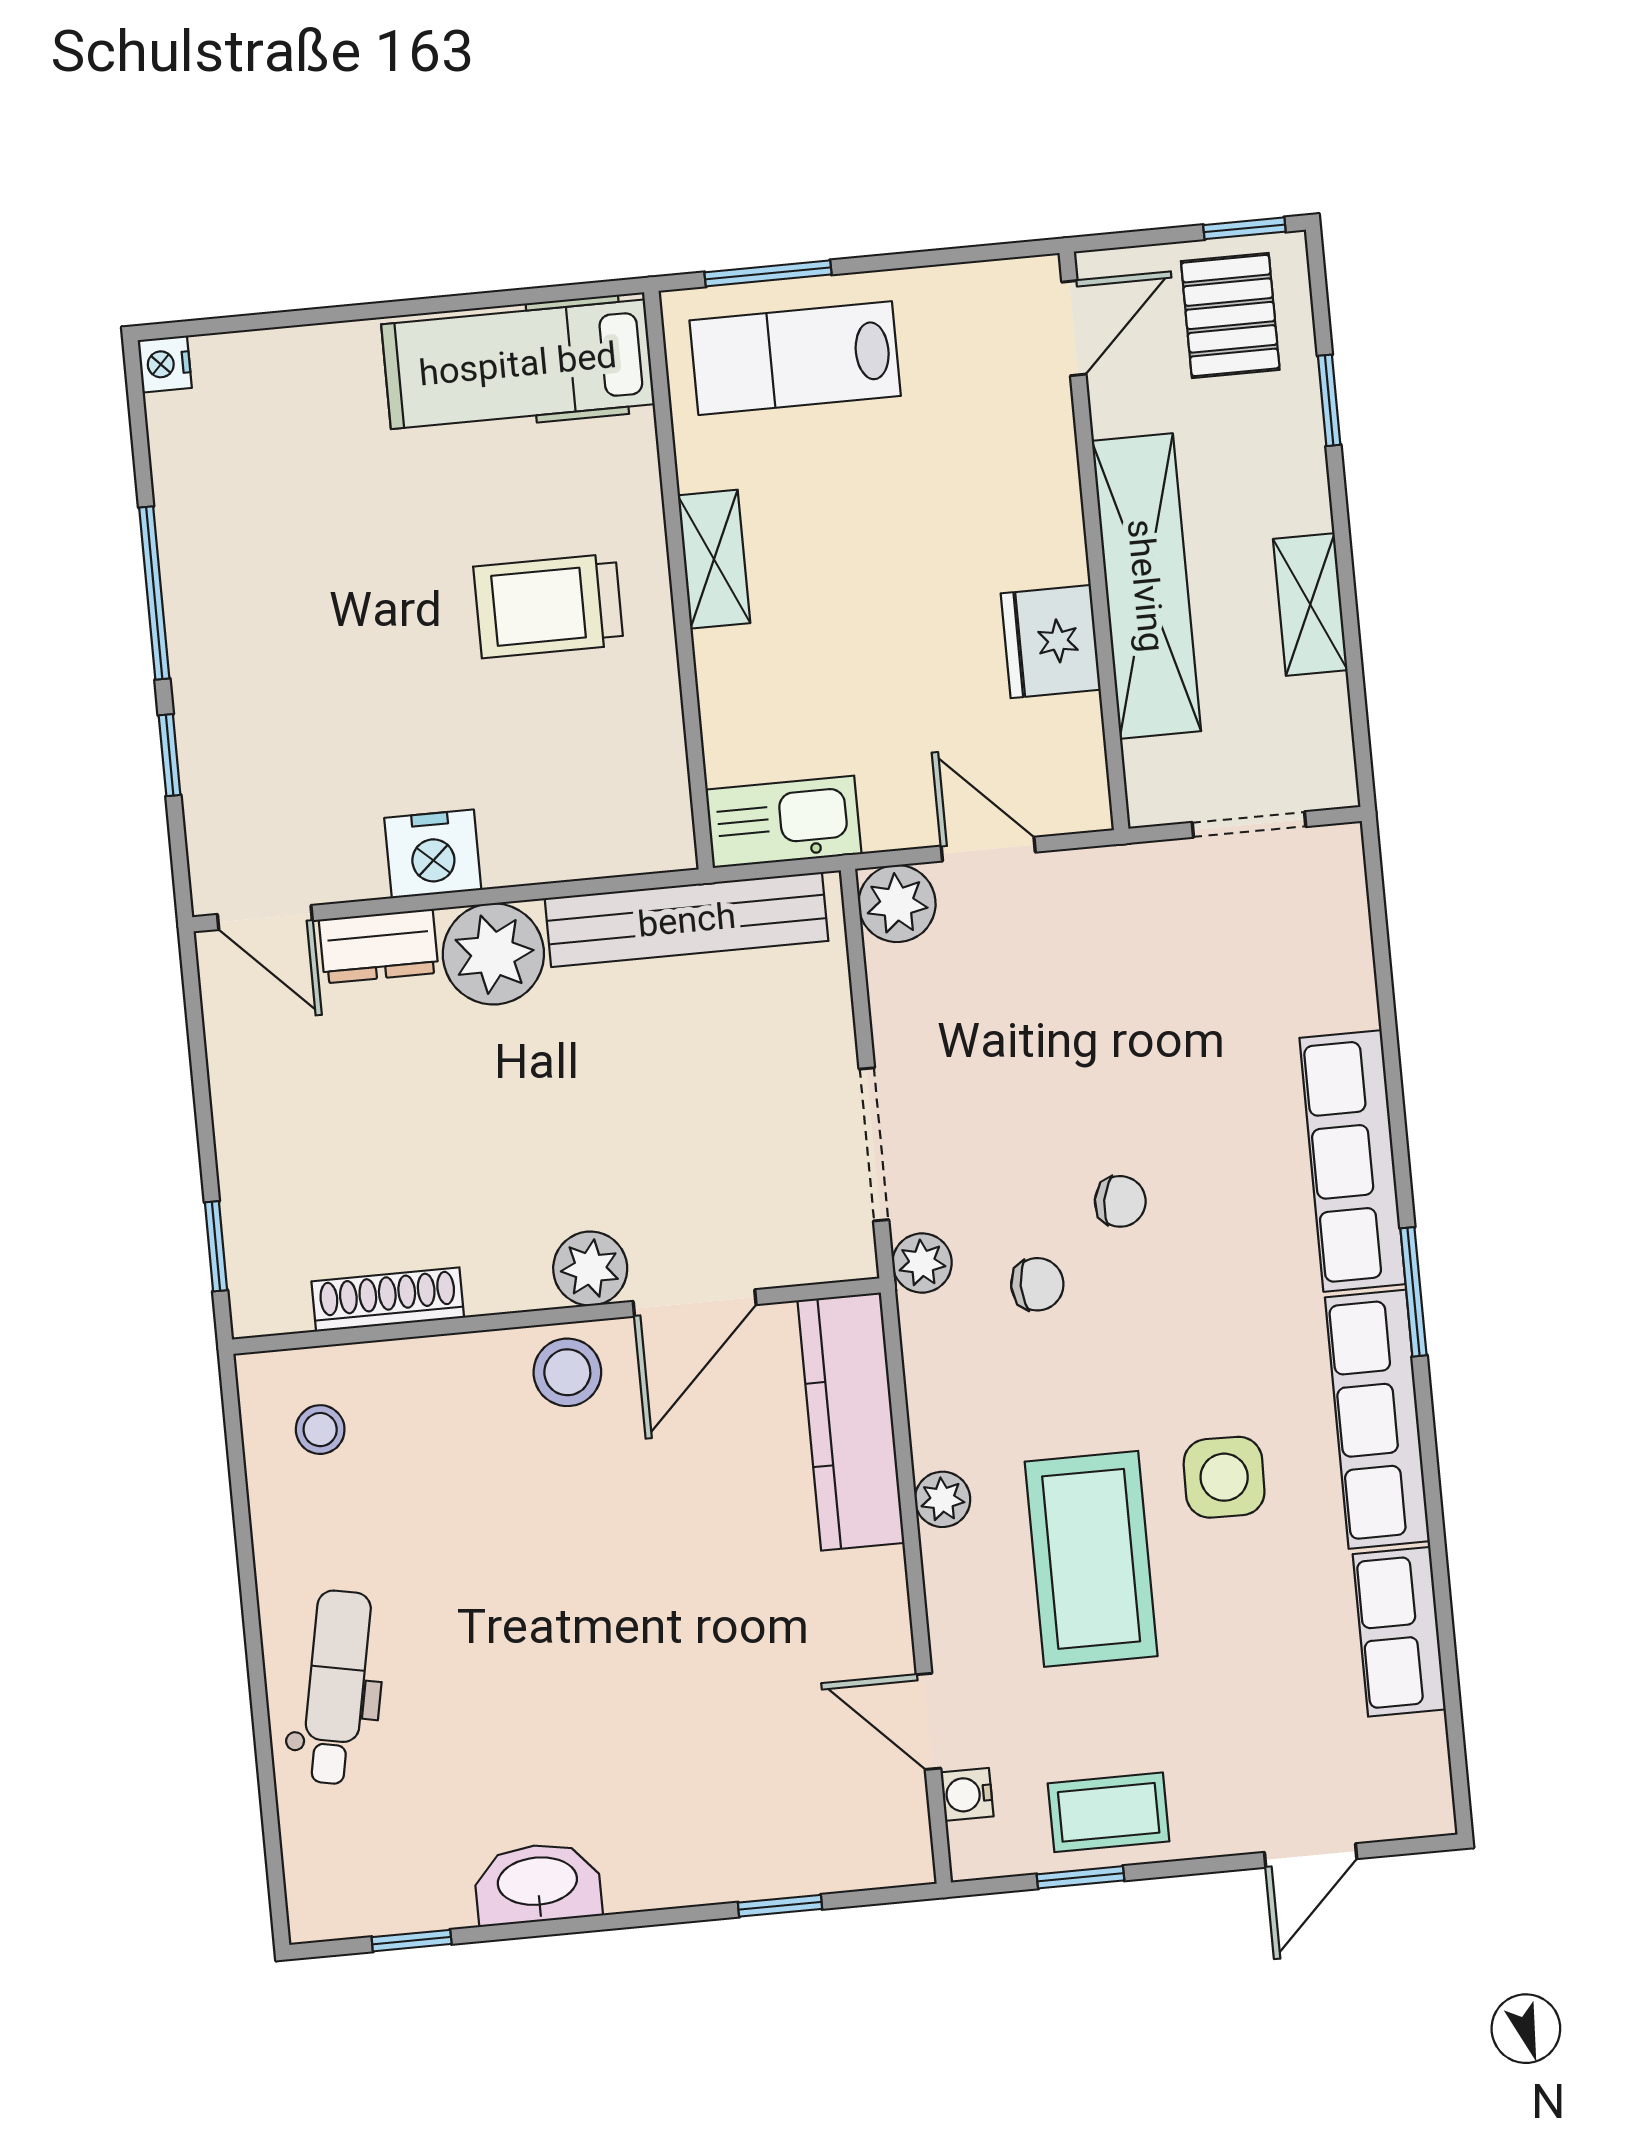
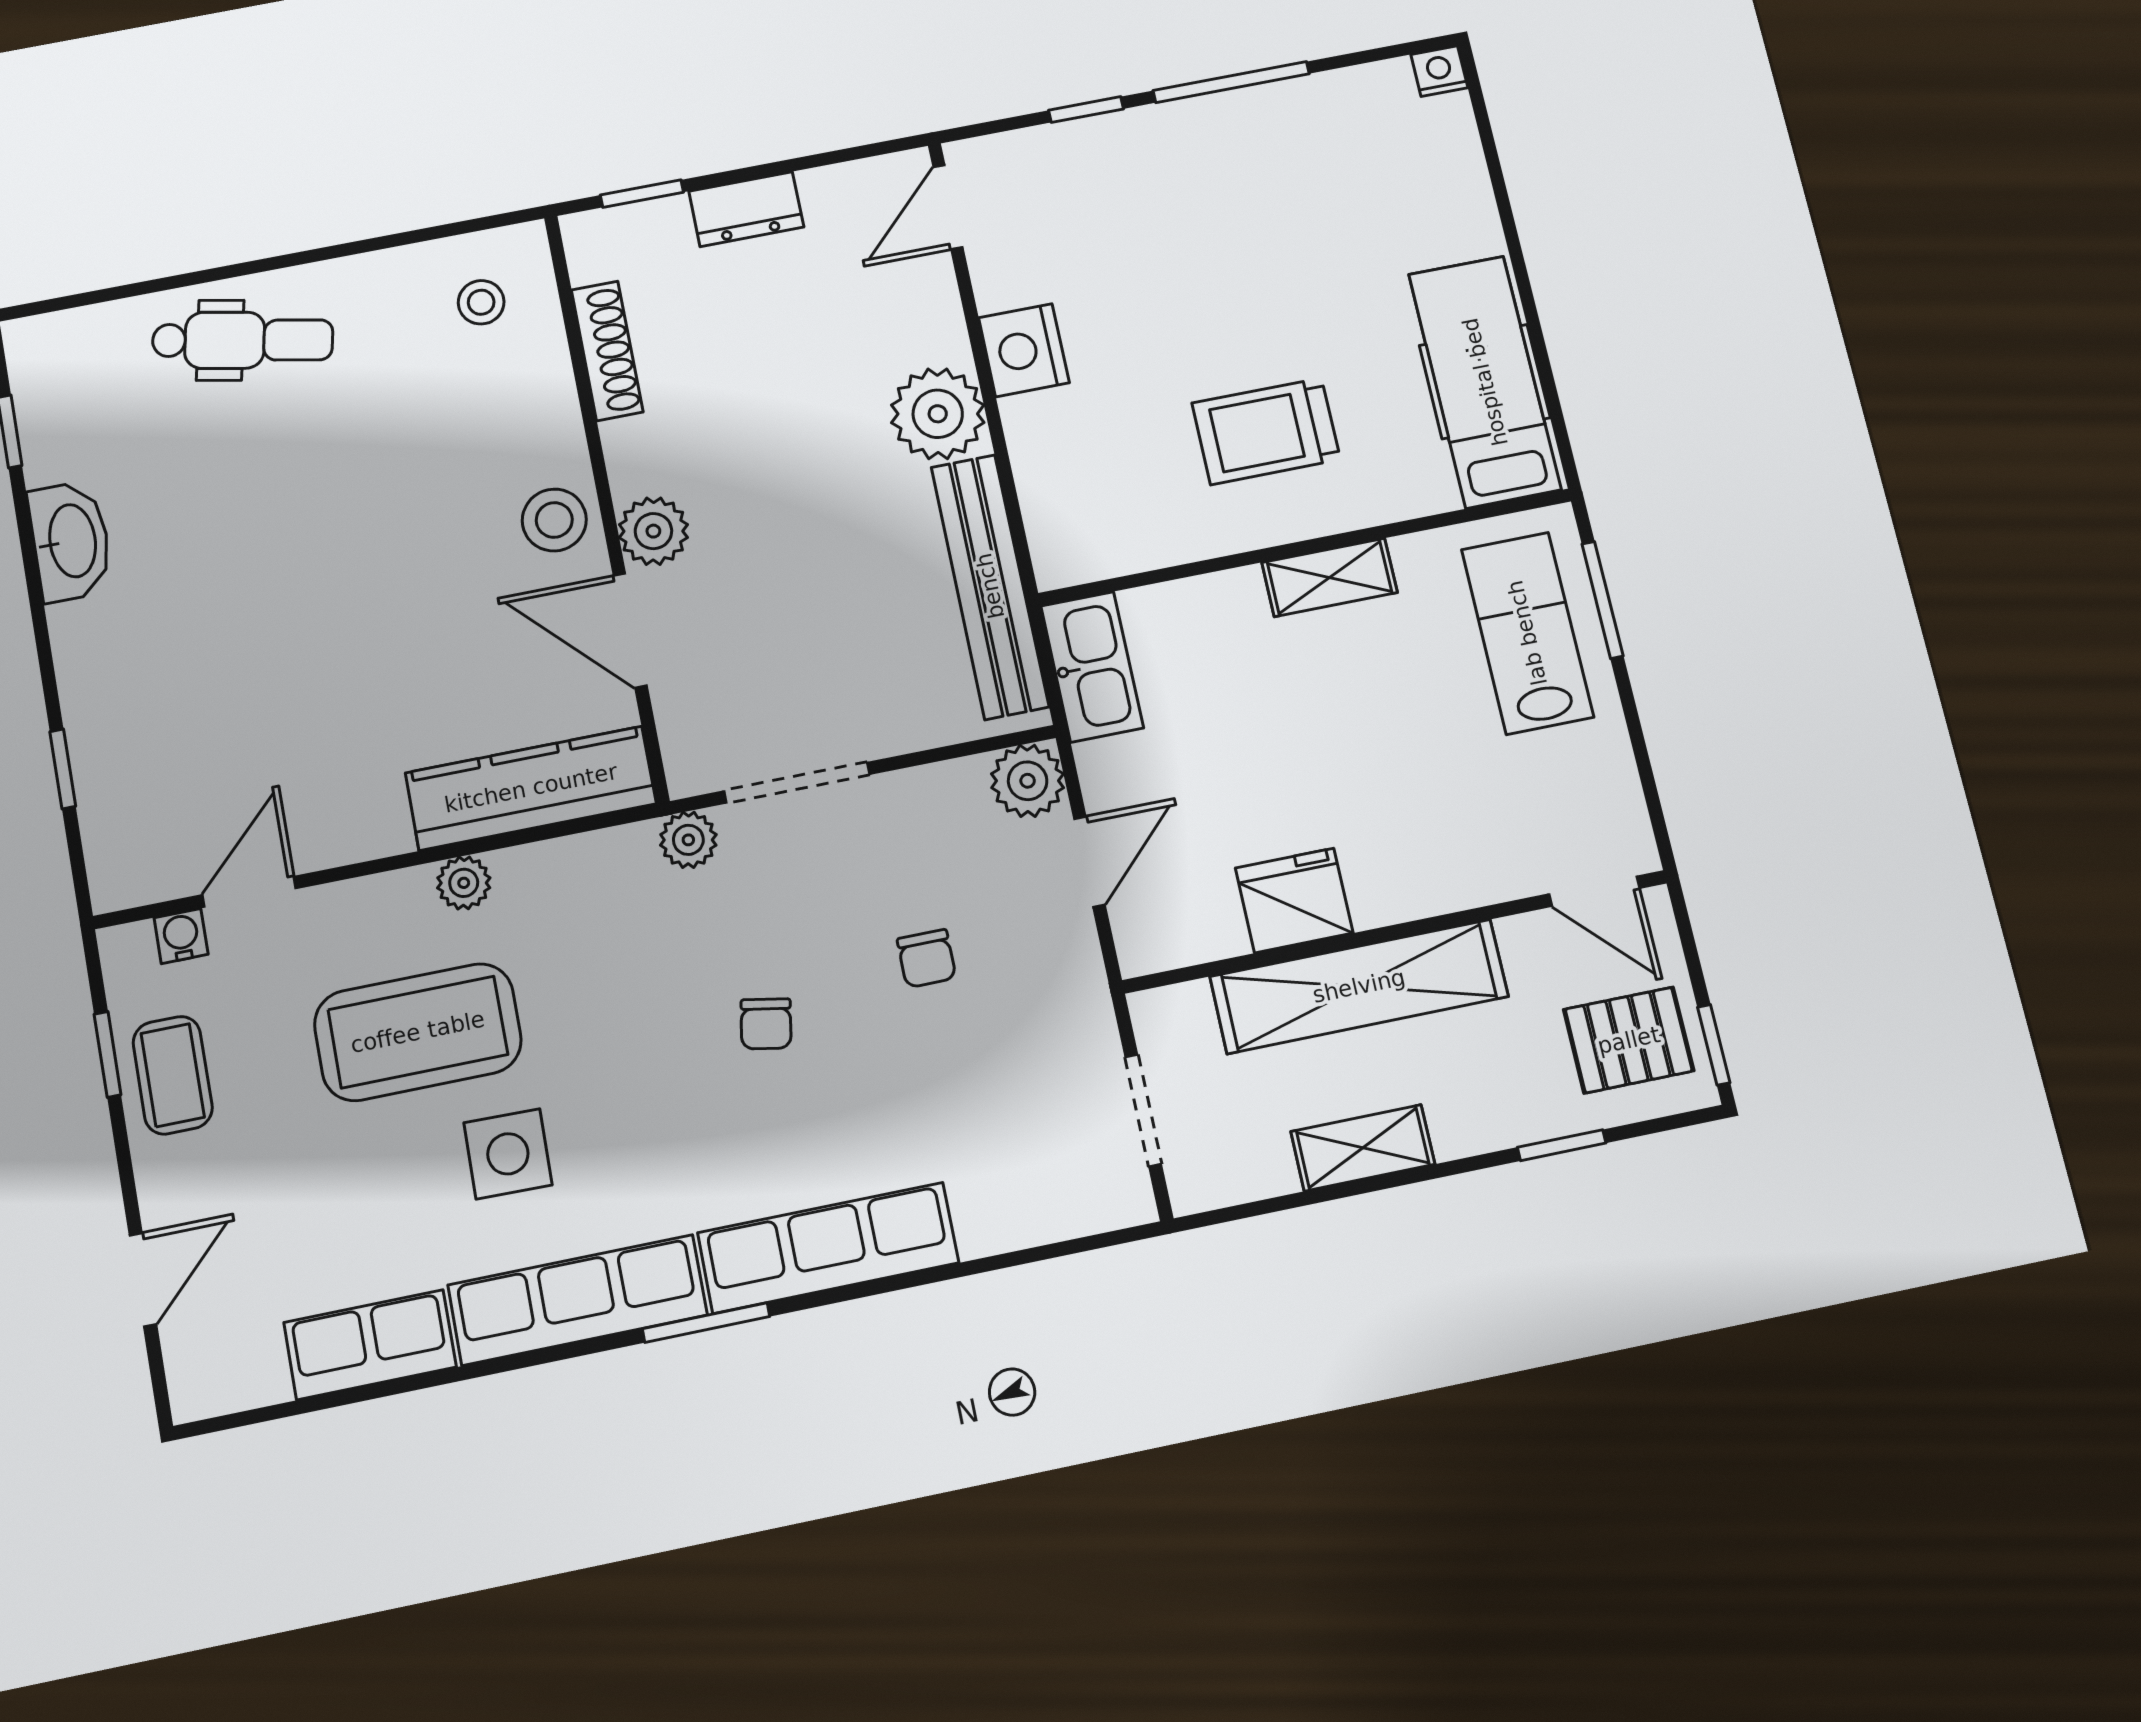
trolley: (548, 606) -> (1266, 431), turned -90
dresser: (379, 946) -> (746, 209), moved, turned -90
chair: (1037, 1284) -> (927, 958), moved
door: (1311, 1856) -> (143, 1280), swing flipped

